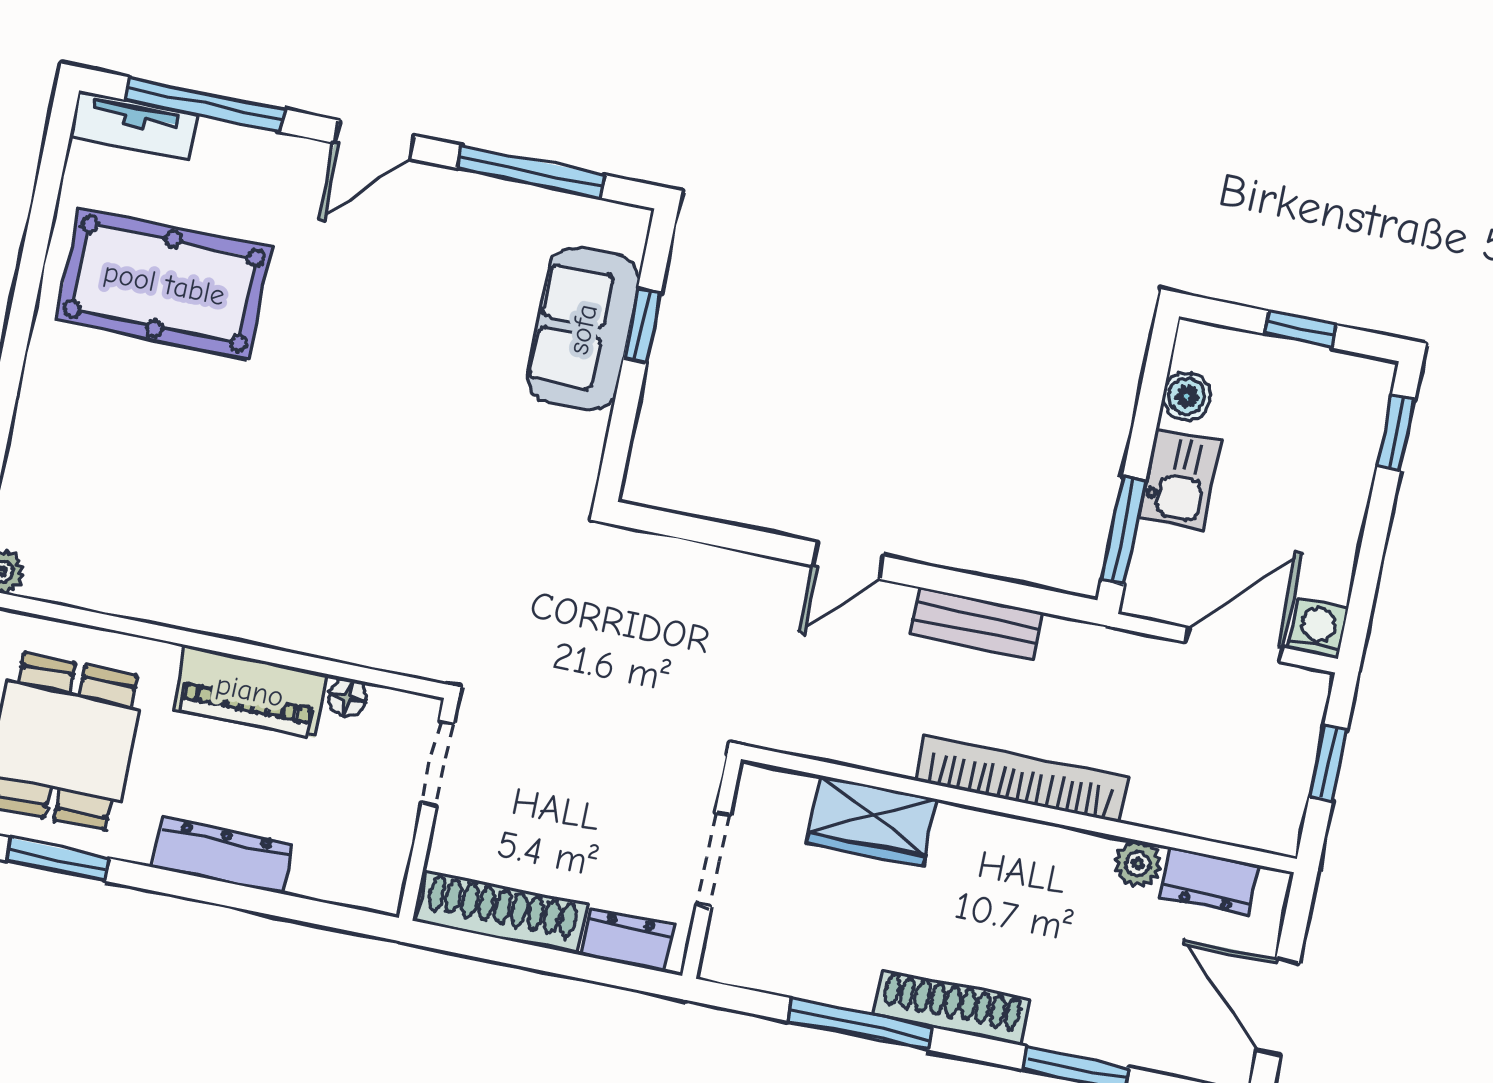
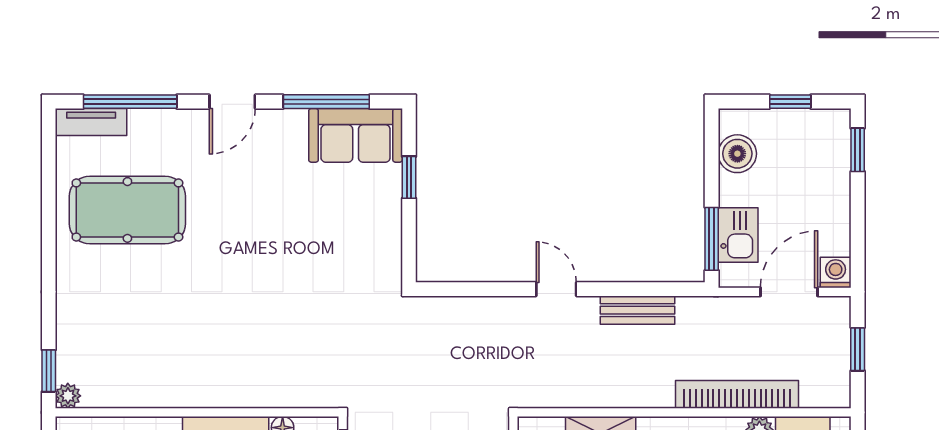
sofa: (583, 329) -> (356, 135), moved, turned -90
boiler: (1187, 396) -> (737, 154), width x1.36, depth x1.36
kitchen sink: (1180, 480) -> (738, 235), moved
door: (849, 561) -> (556, 289), swing flipped
bookcase: (1022, 778) -> (737, 394), moved

